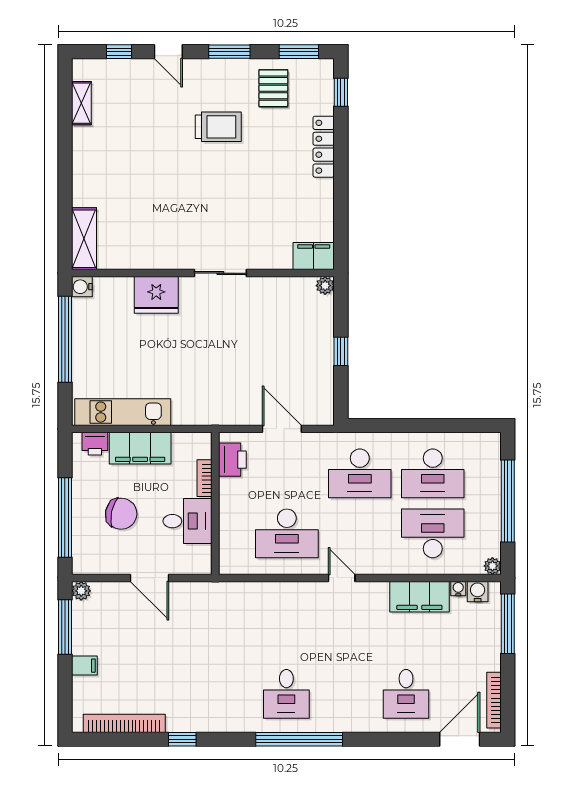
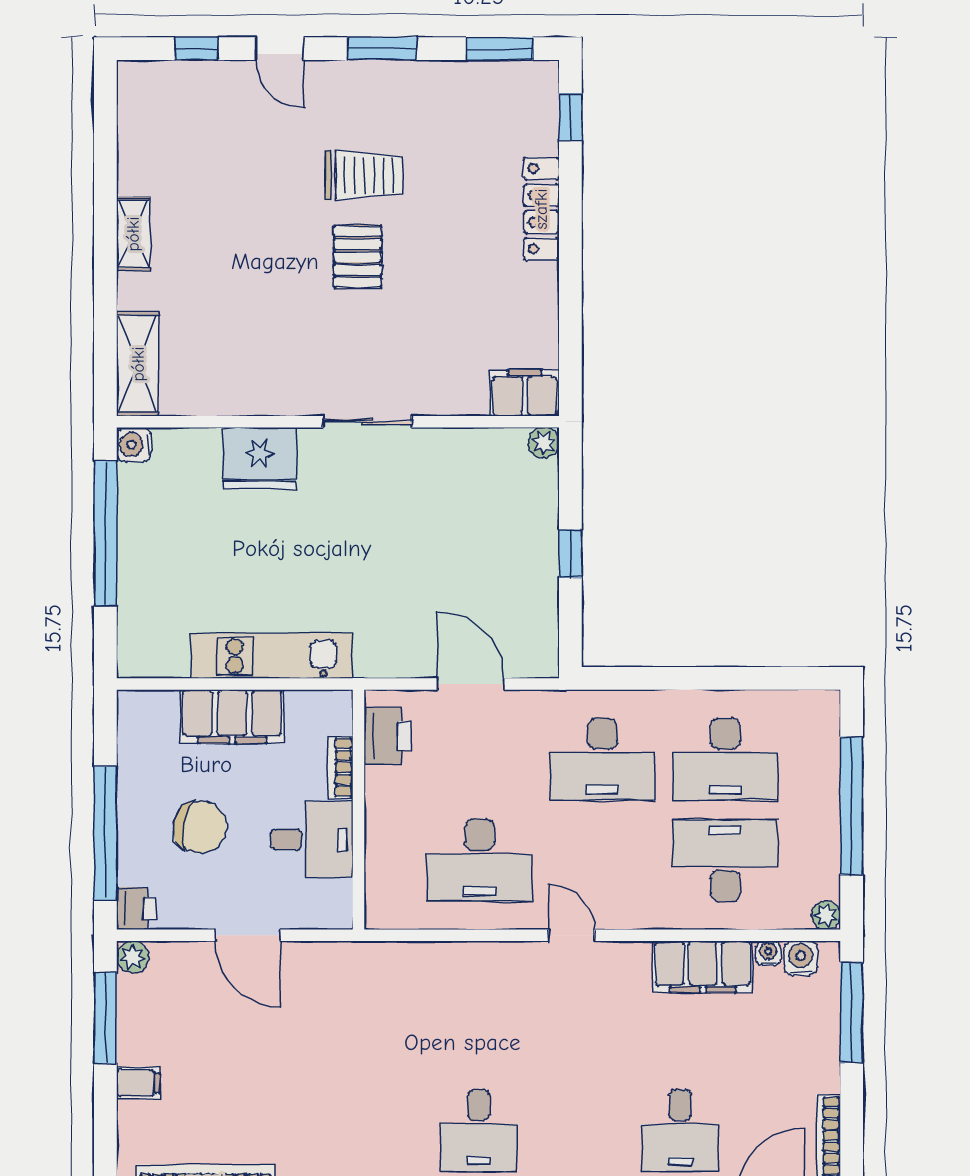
pallet: (273, 88) -> (358, 257), moved
shelving: (81, 103) -> (133, 234), moved
kitchen unit: (123, 412) -> (272, 656), moved
printer: (95, 444) -> (136, 908), moved, turned -90

